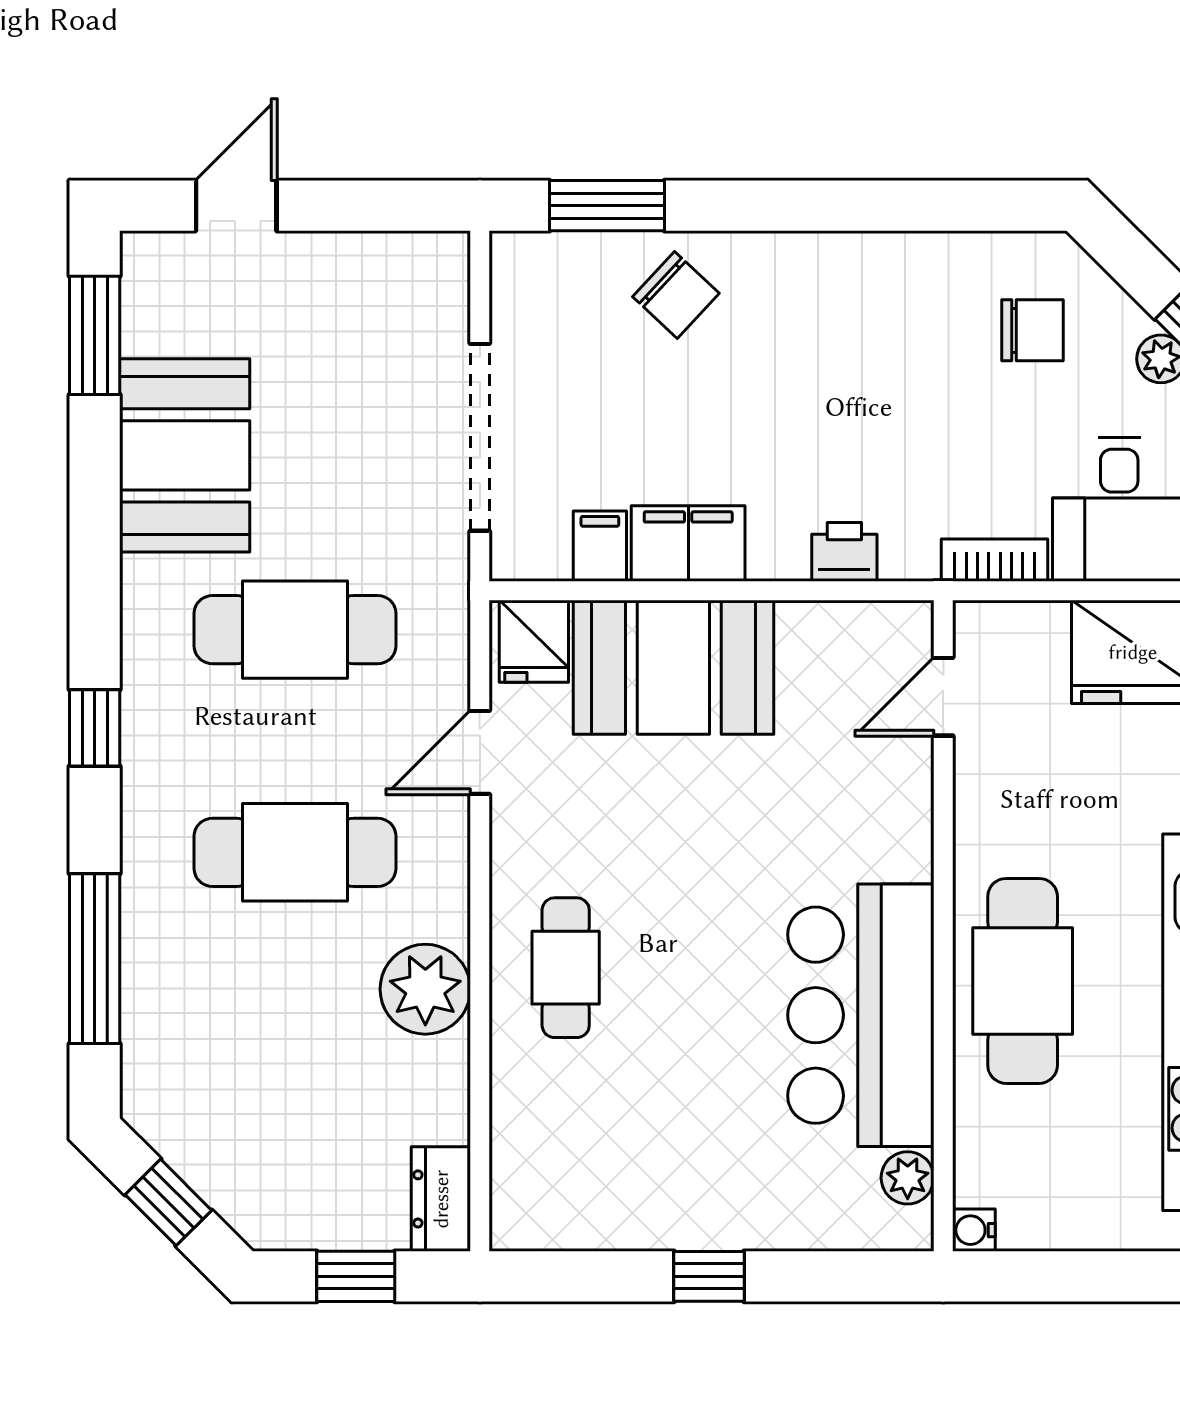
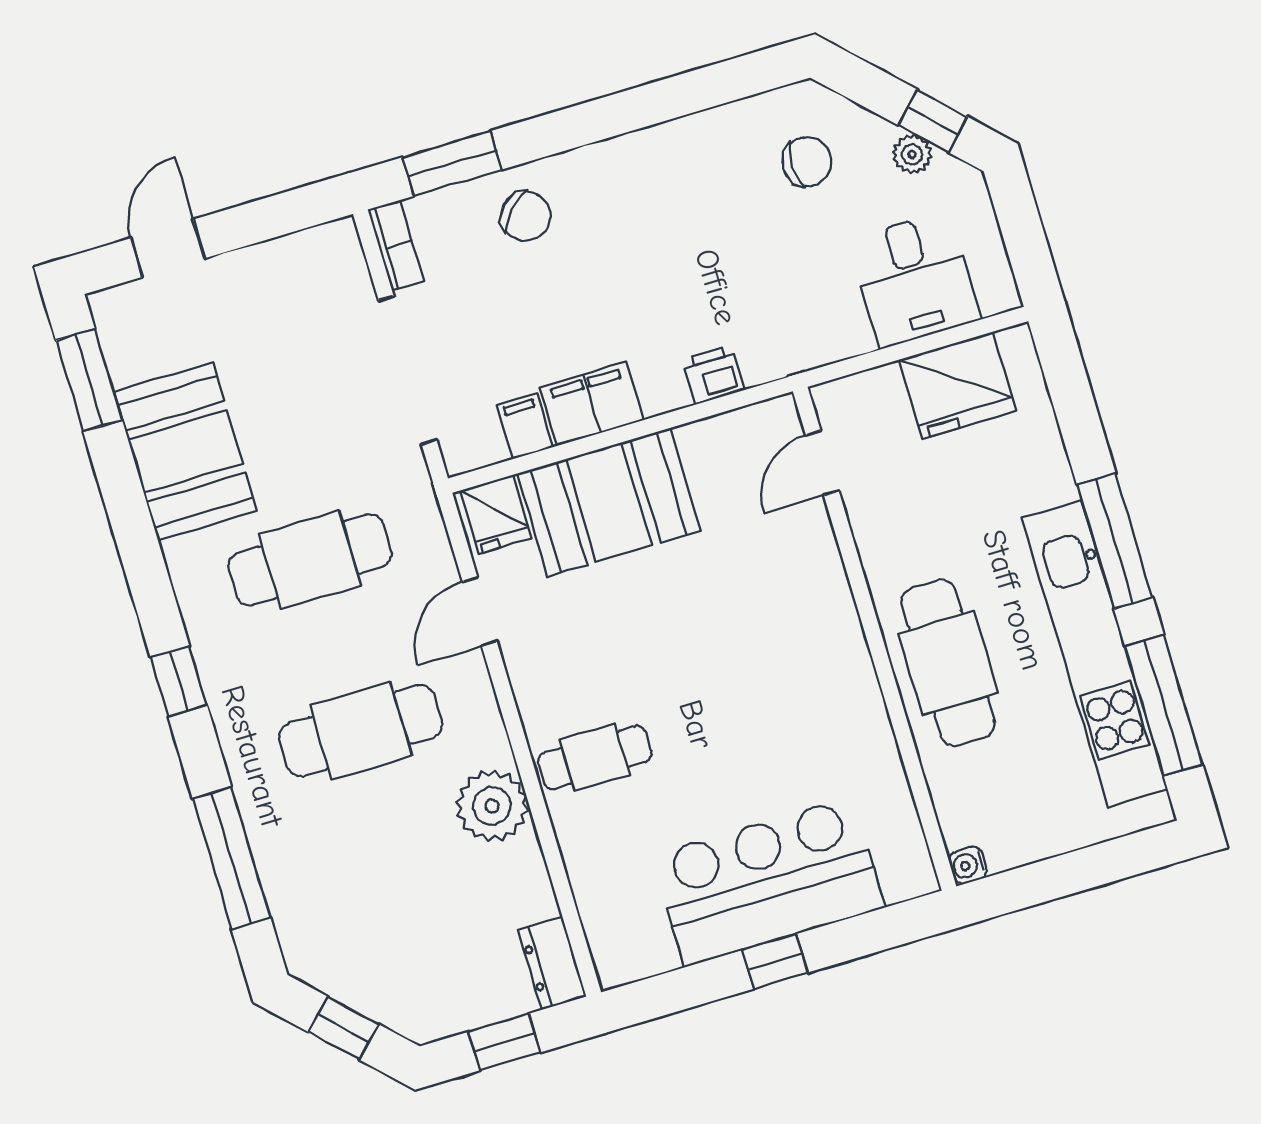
bookcase: (995, 560) -> (396, 245), moved, turned 90
cafe table: (566, 968) -> (595, 757), turned 90
bar counter: (861, 1015) -> (768, 882), moved, turned 90
plant: (908, 1178) -> (905, 840), removed

